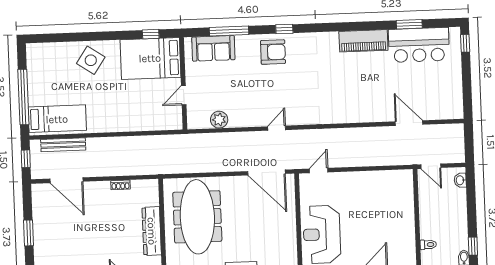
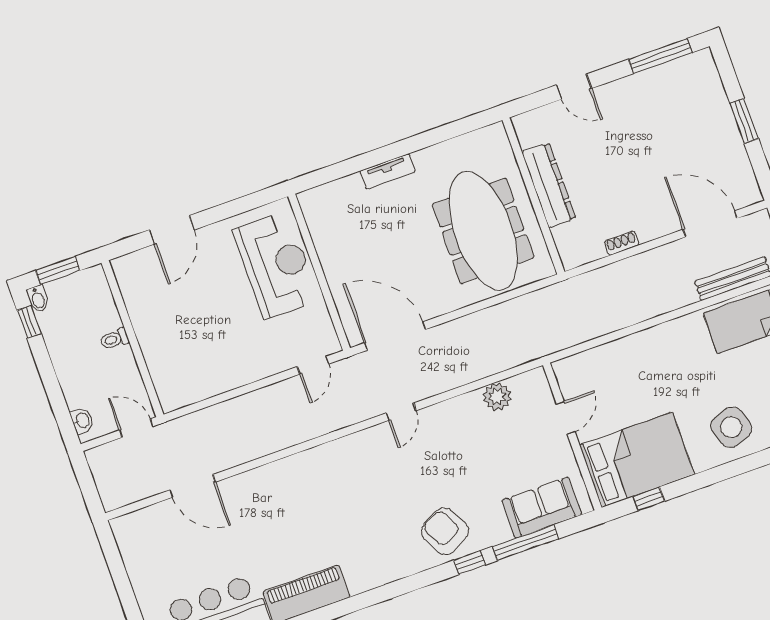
window: (284, 29) -> (470, 563), moved
armchair: (273, 52) -> (445, 531), turned 62
side table: (91, 60) -> (731, 427), turned 37
toilet: (428, 245) -> (114, 339), moved

